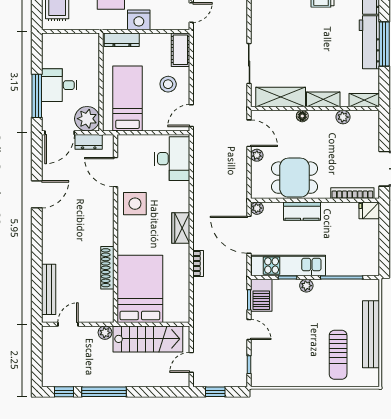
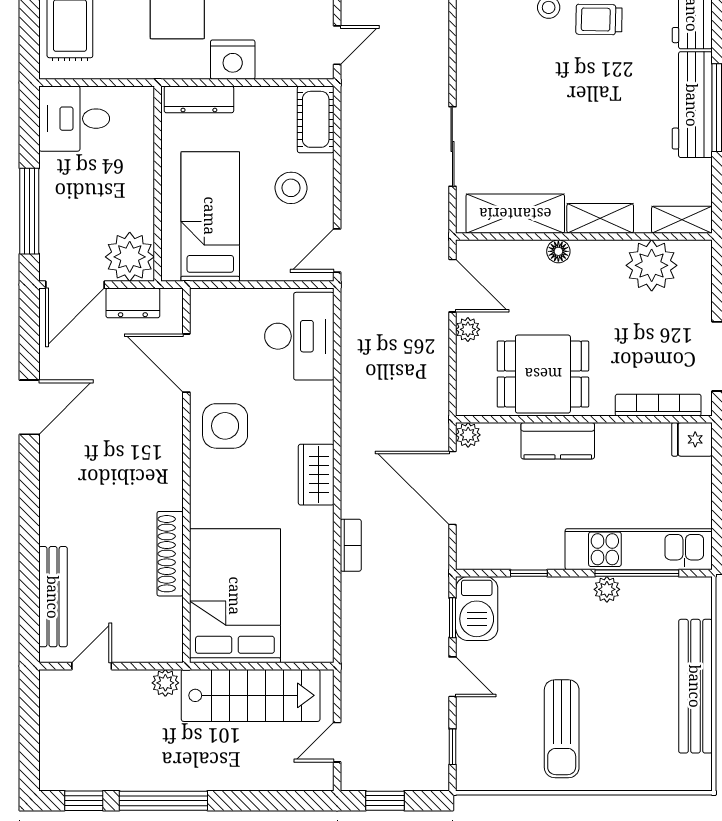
desk: (59, 85) -> (74, 119), moved
plant: (343, 117) -> (652, 265), width x1.88, depth x1.88
kitchen unit: (288, 266) -> (639, 549), moved
plant: (306, 286) -> (607, 589), moved
sun lounger: (338, 355) -> (562, 729), moved

